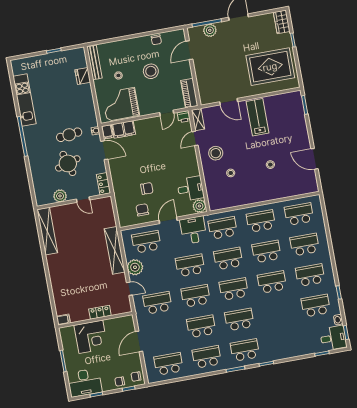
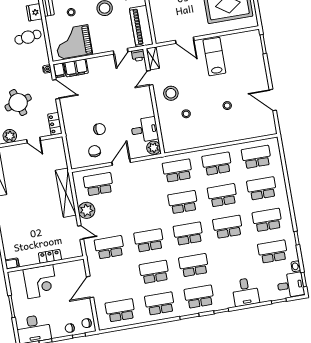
piano: (189, 93) -> (141, 26), width x1.37, depth x1.33
cafe table: (69, 135) -> (28, 37), moved
desk: (193, 230) -> (245, 292), moved, turned 180
school desk: (190, 265) -> (143, 209), removed

